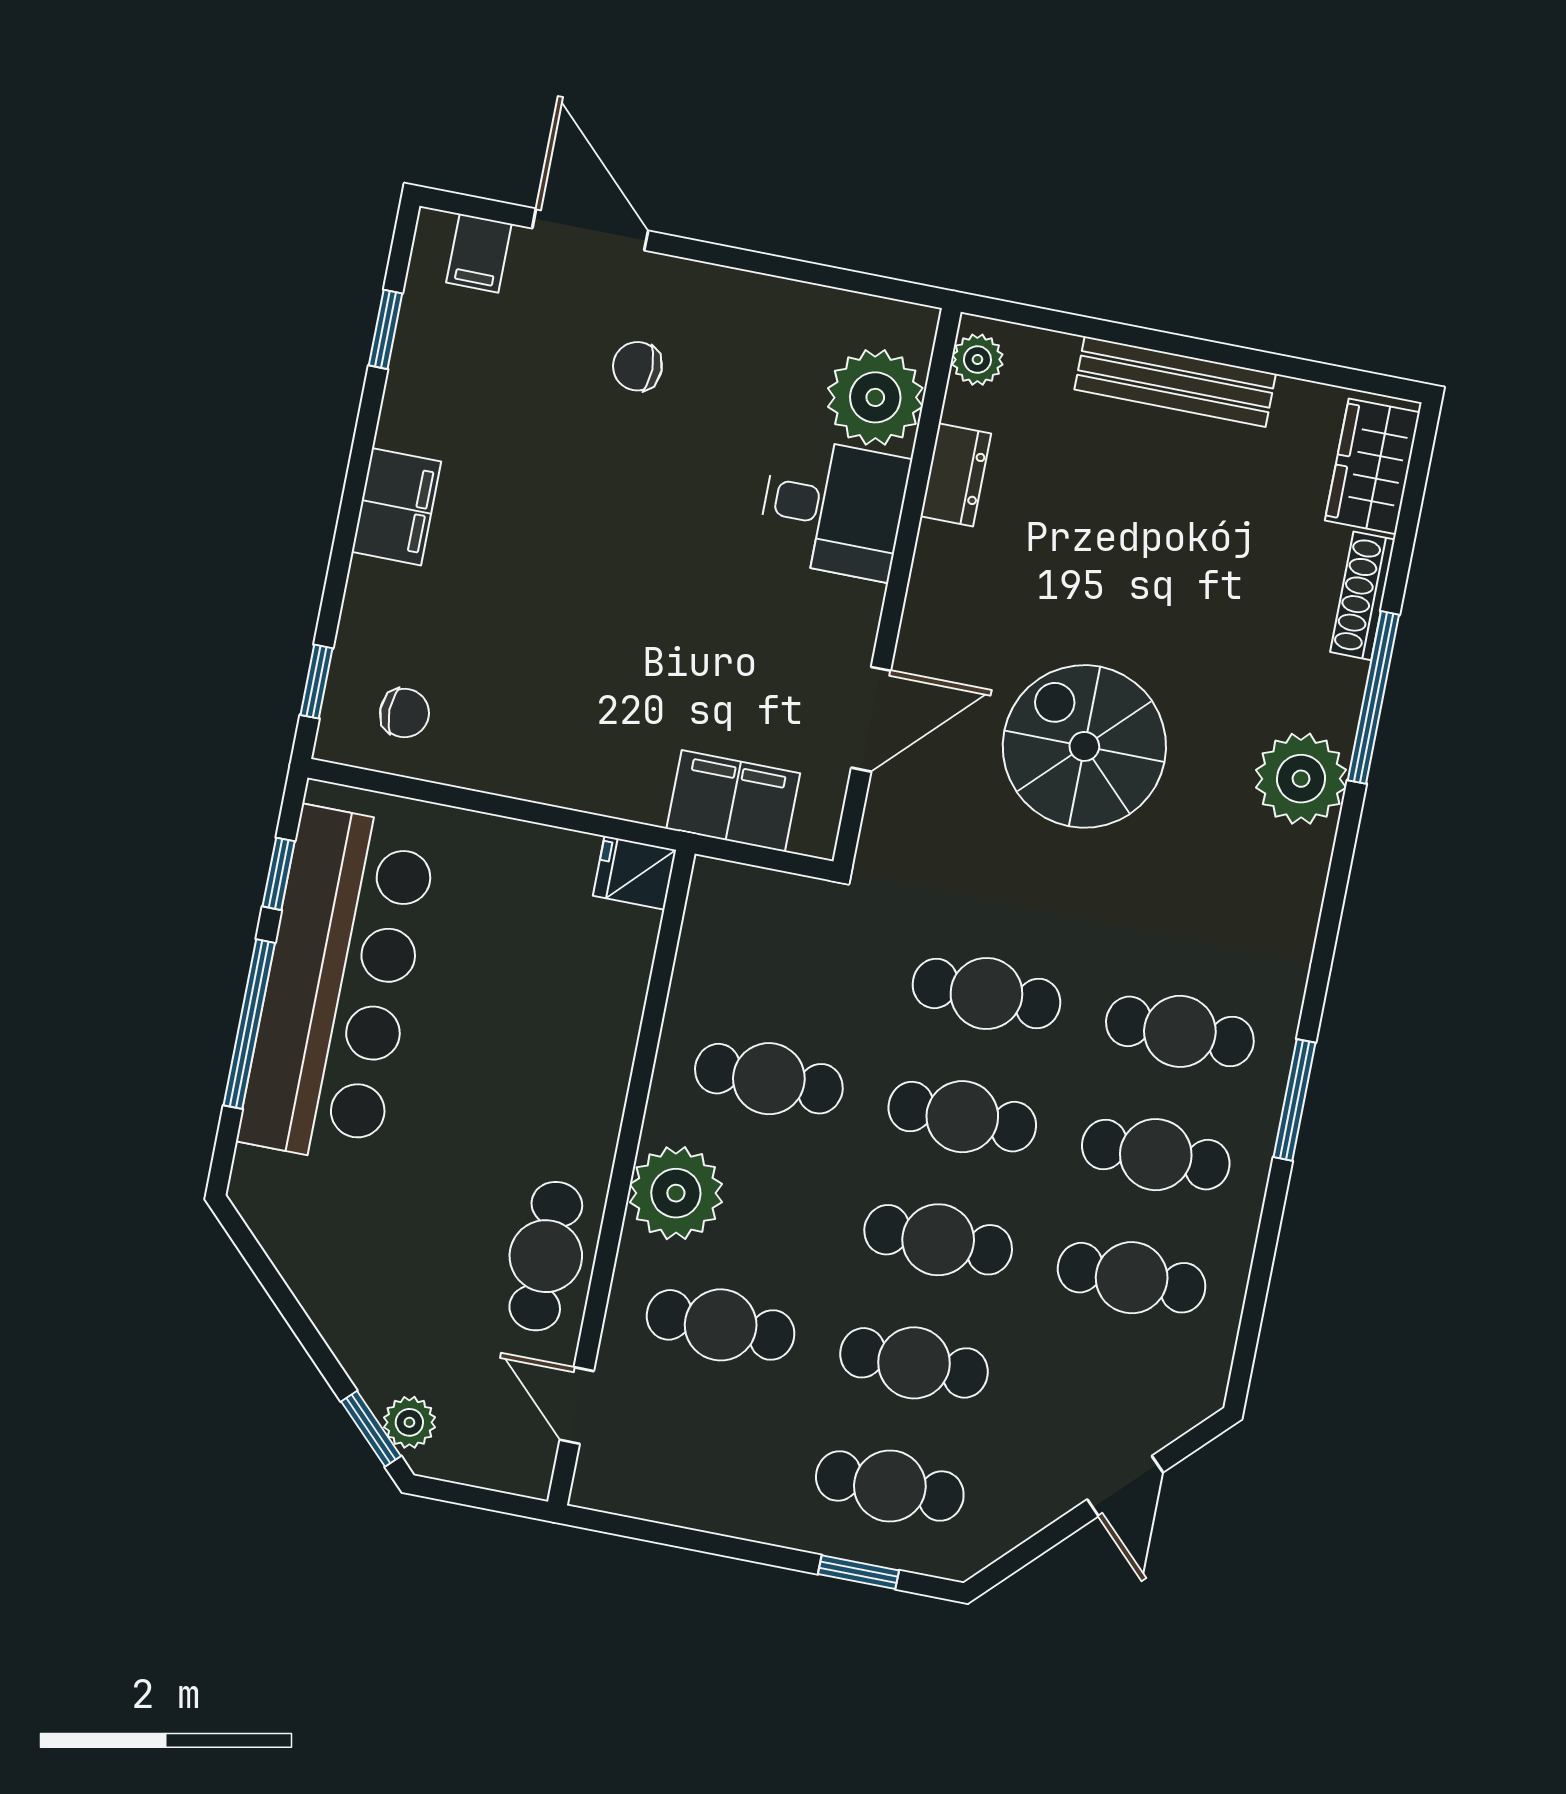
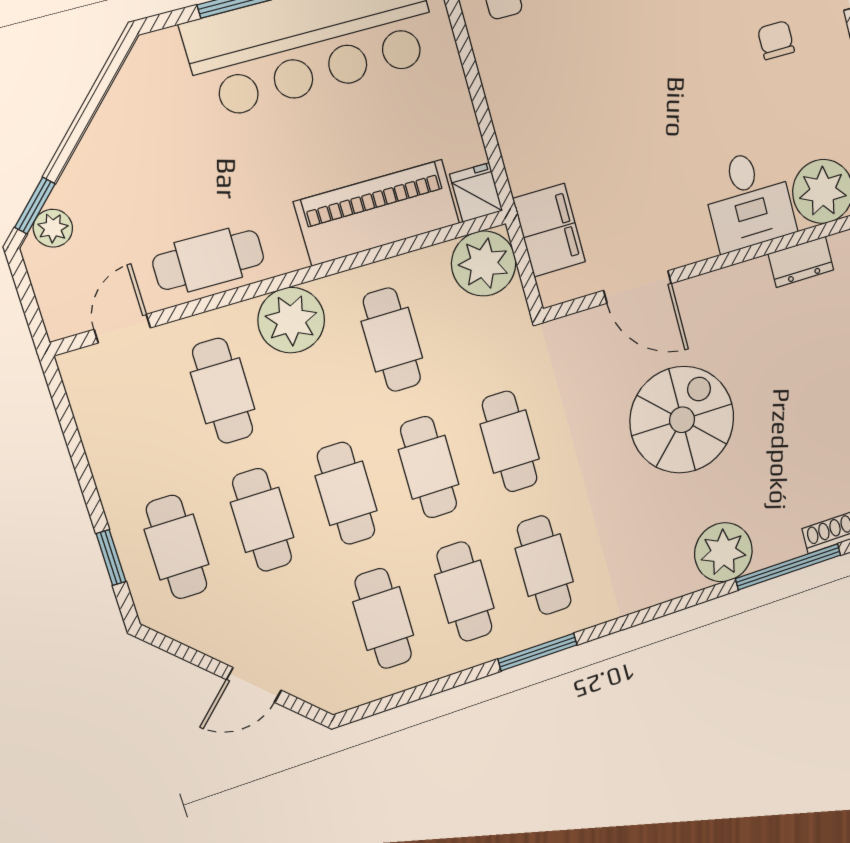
plant: (732, 909) -> (484, 263), added
piano: (595, 1014) -> (377, 213), added

